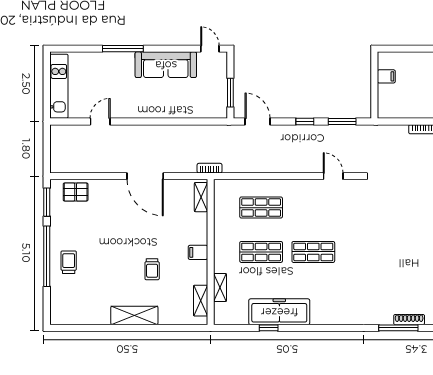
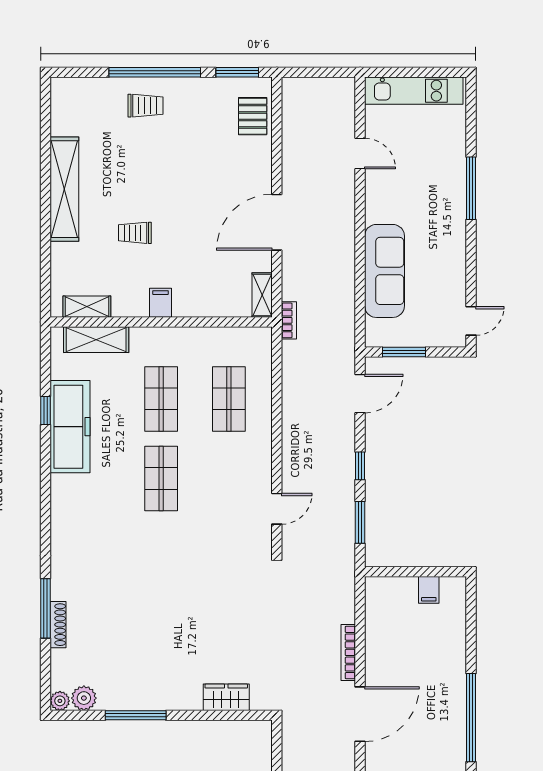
sofa: (166, 65) -> (385, 271), moved, turned 180
shelving: (201, 197) -> (262, 295), moved, turned 90
shelving: (220, 288) -> (96, 340), width x1.50, depth x1.33
shelving: (134, 315) -> (64, 189), width x1.47

